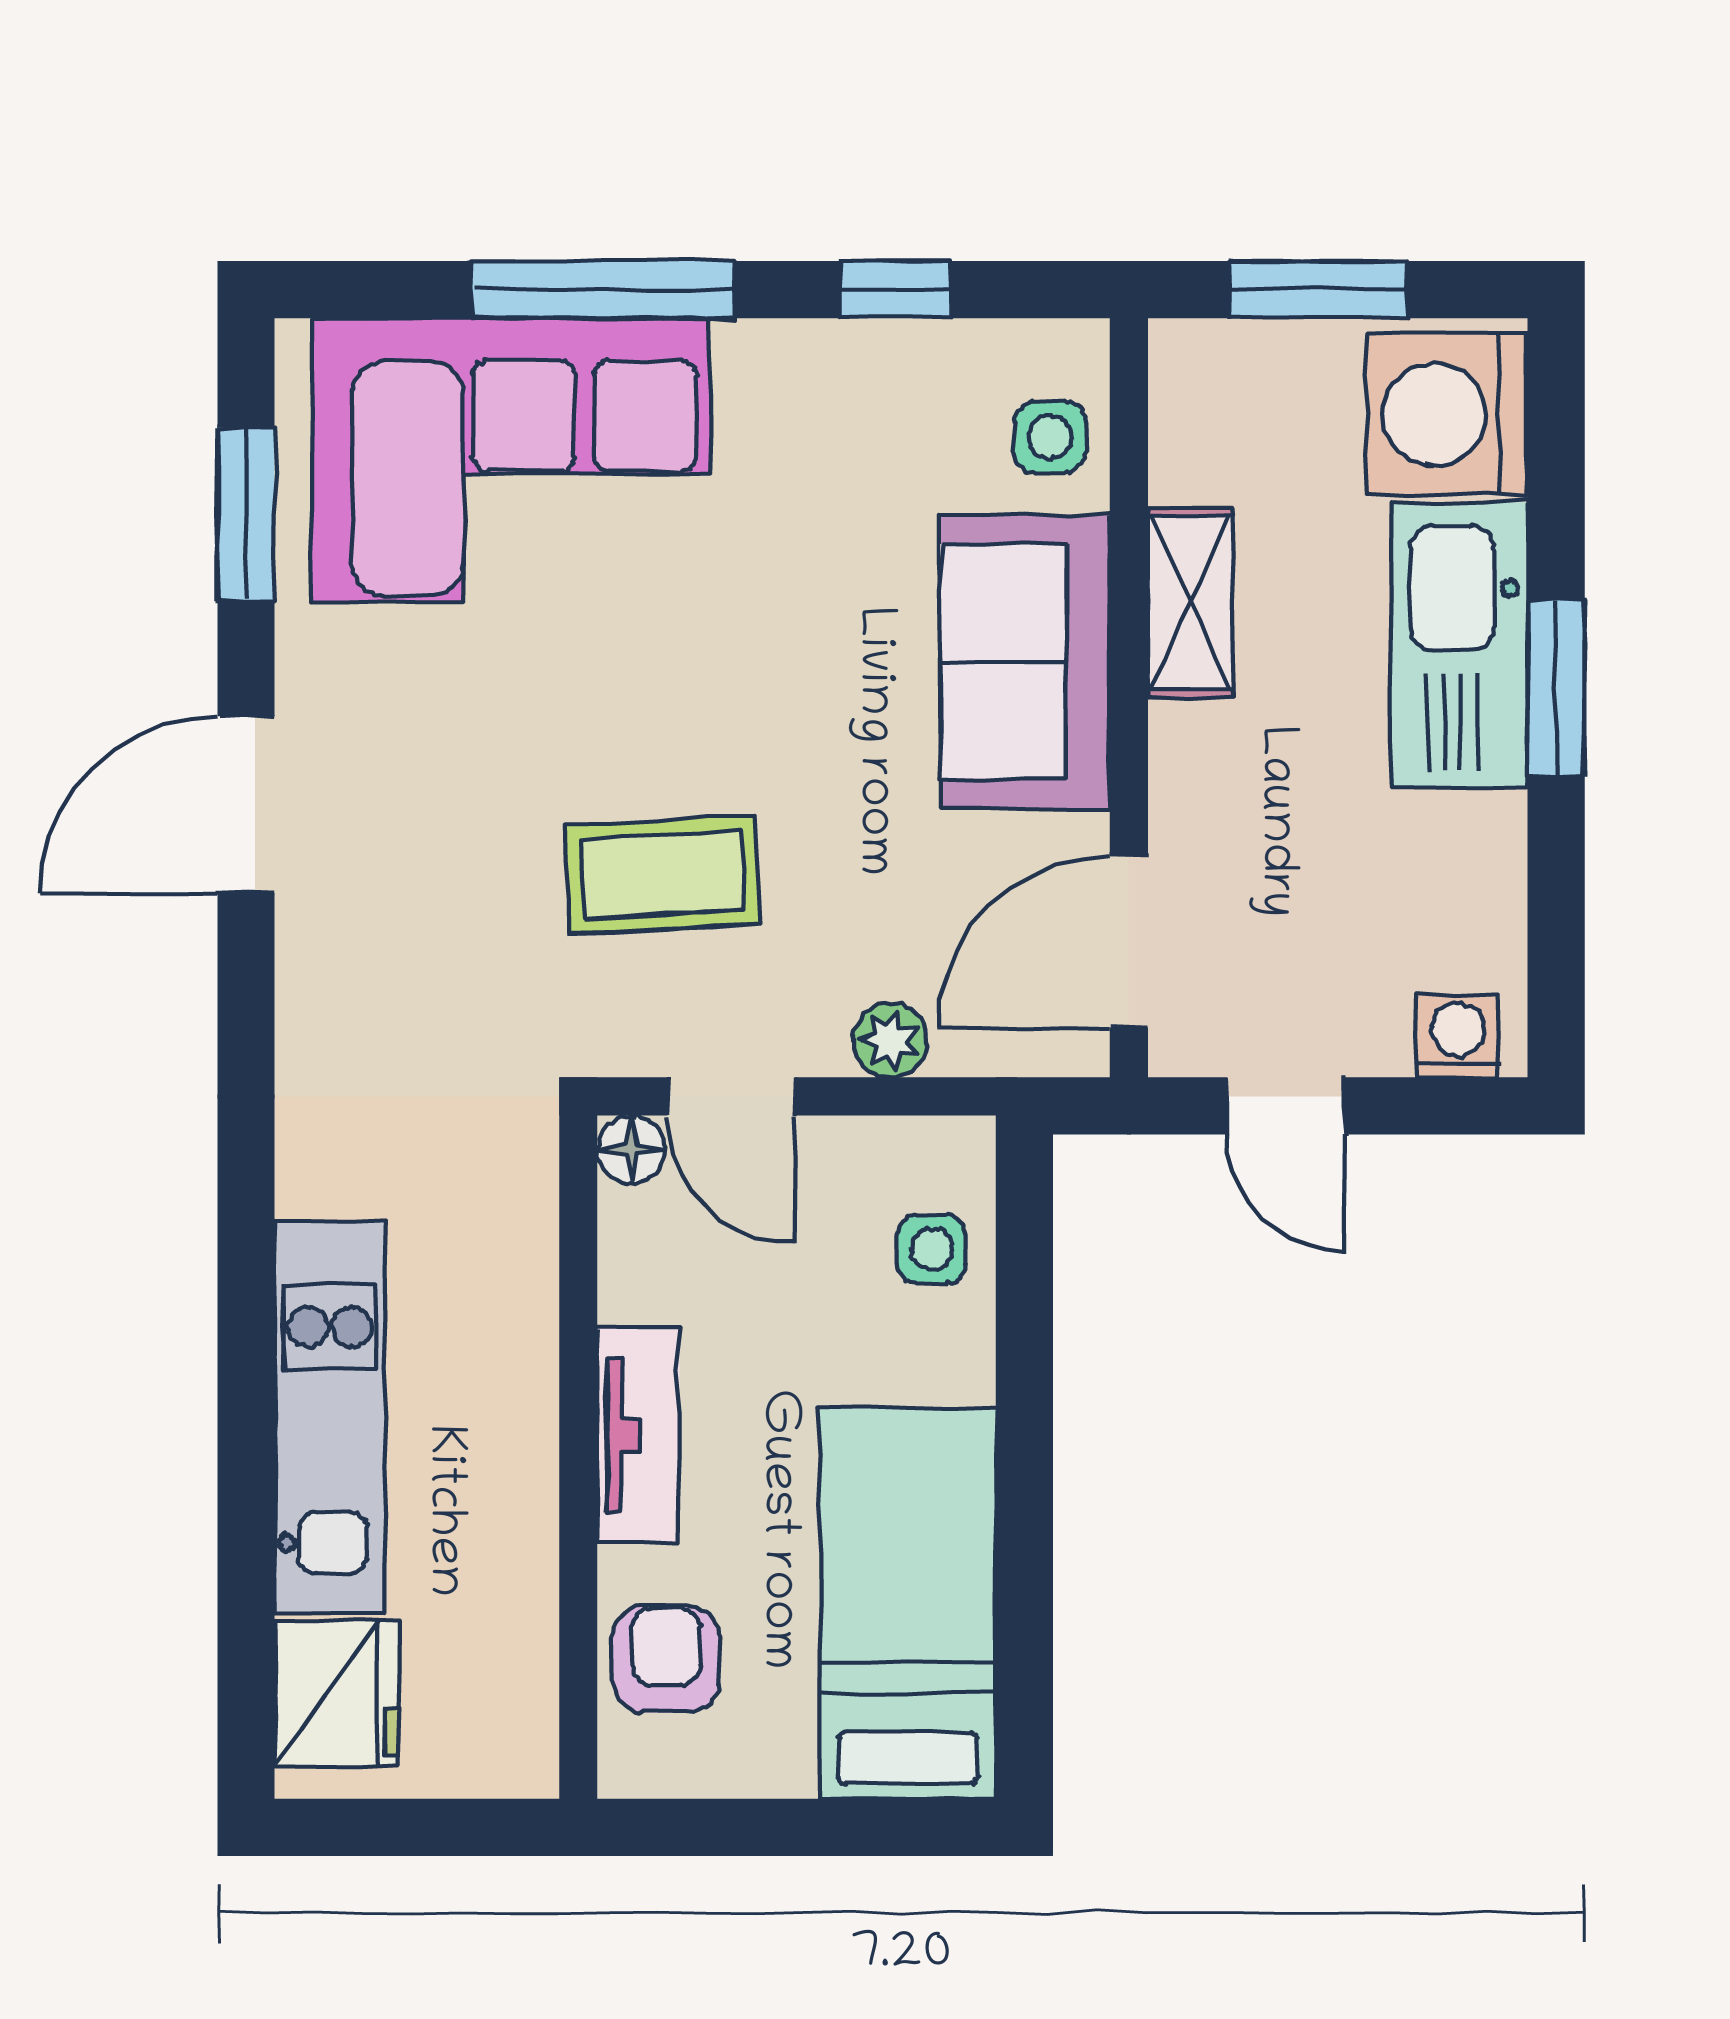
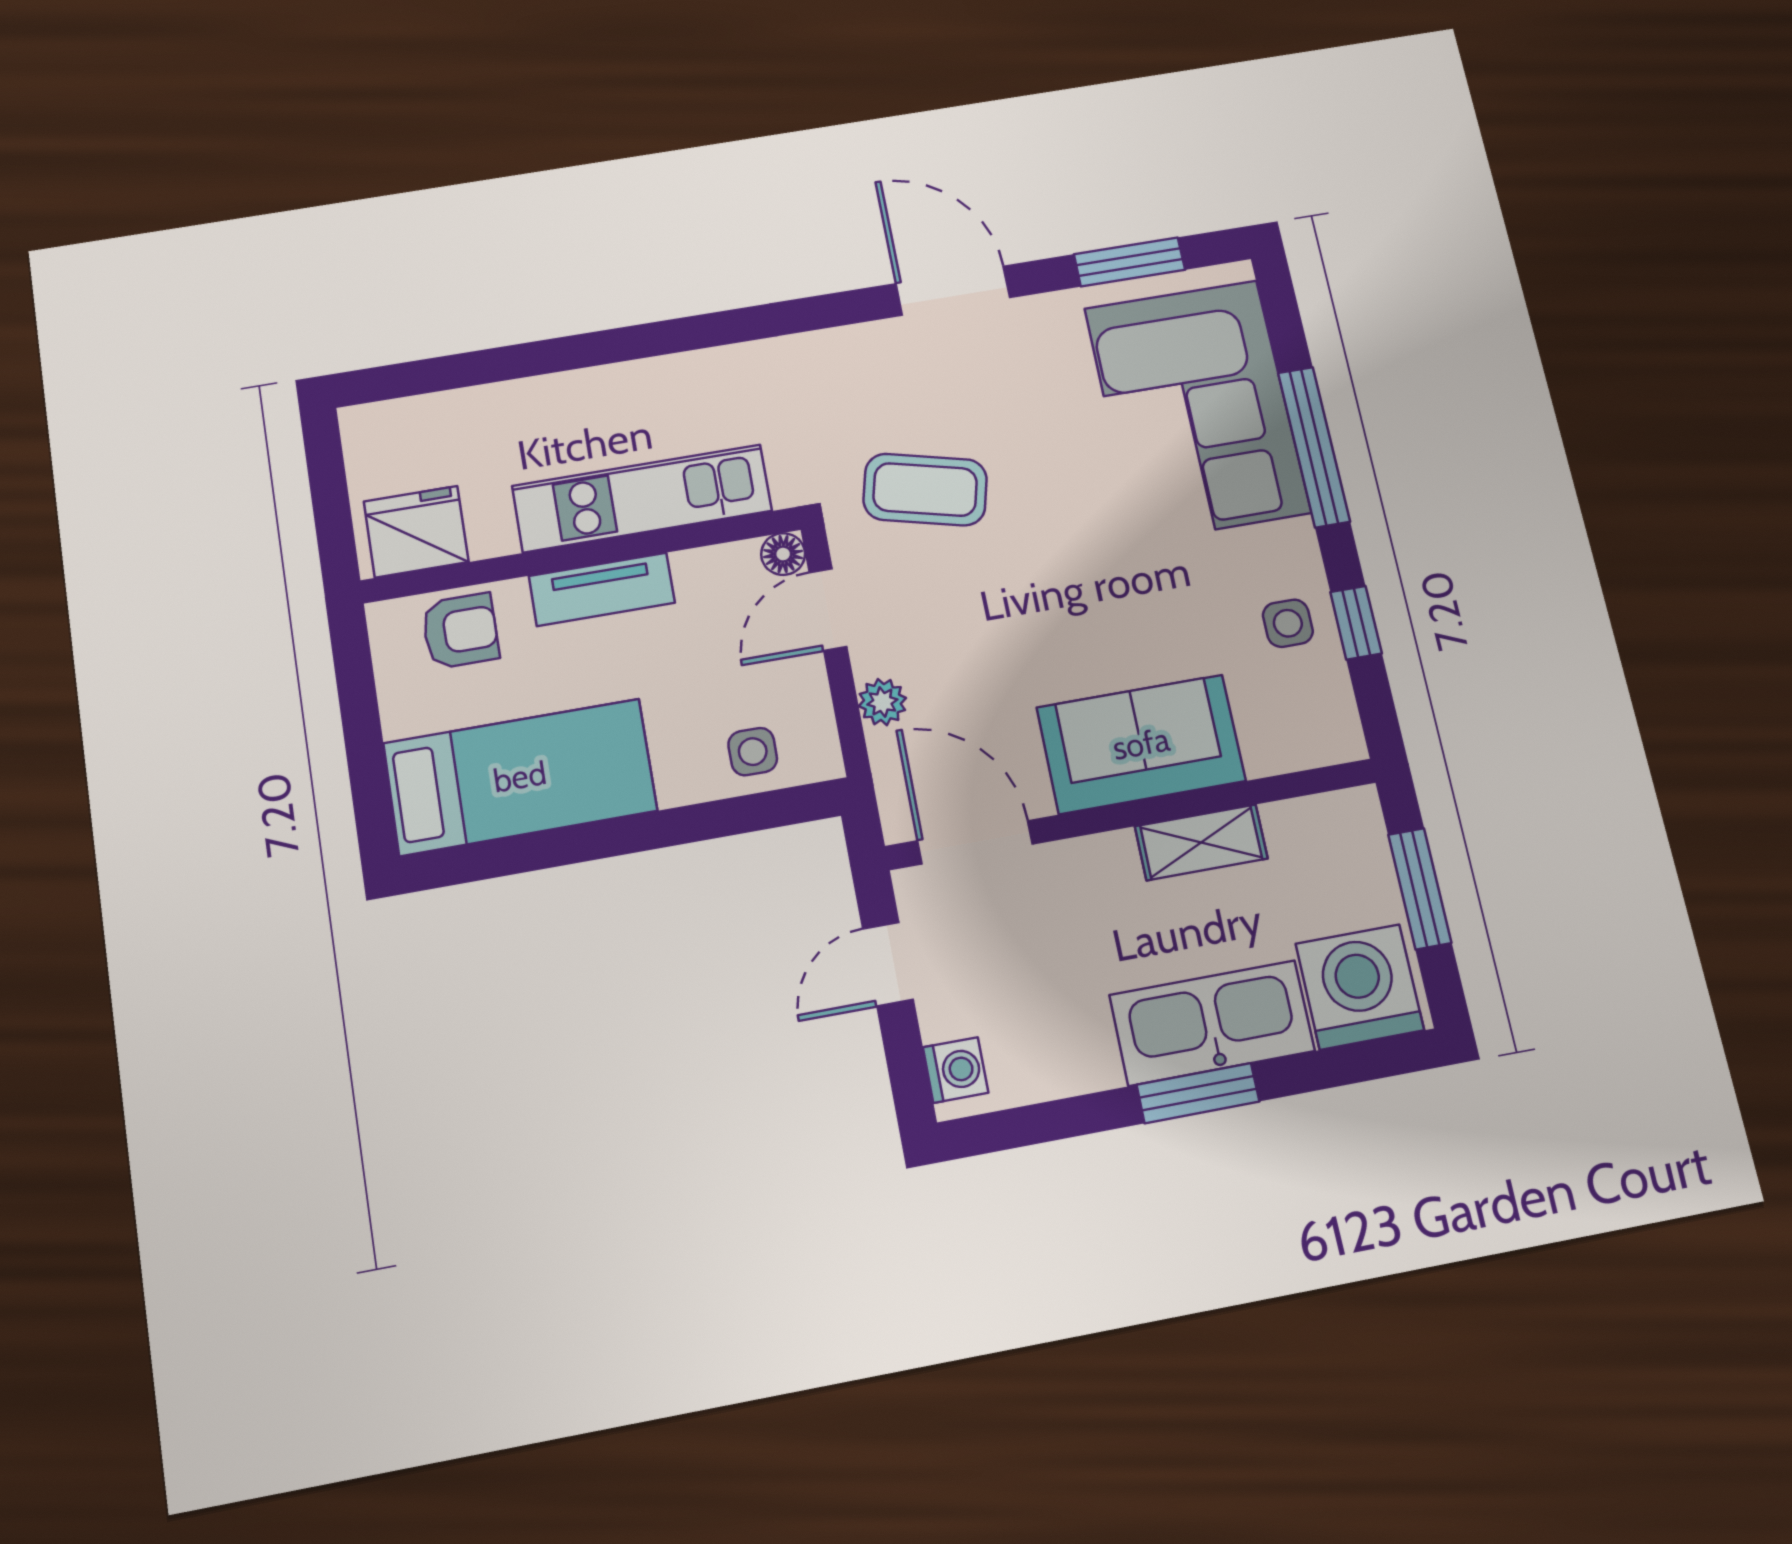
side table: (1050, 437) -> (1288, 623), moved
coffee table: (662, 875) -> (925, 490), moved, turned -73
kitchen unit: (330, 1417) -> (642, 498), moved, turned 180
fridge: (337, 1694) -> (416, 532), moved, turned 180

